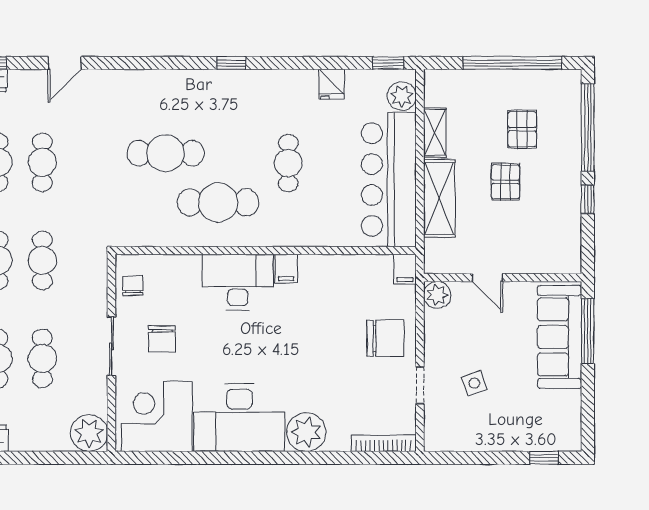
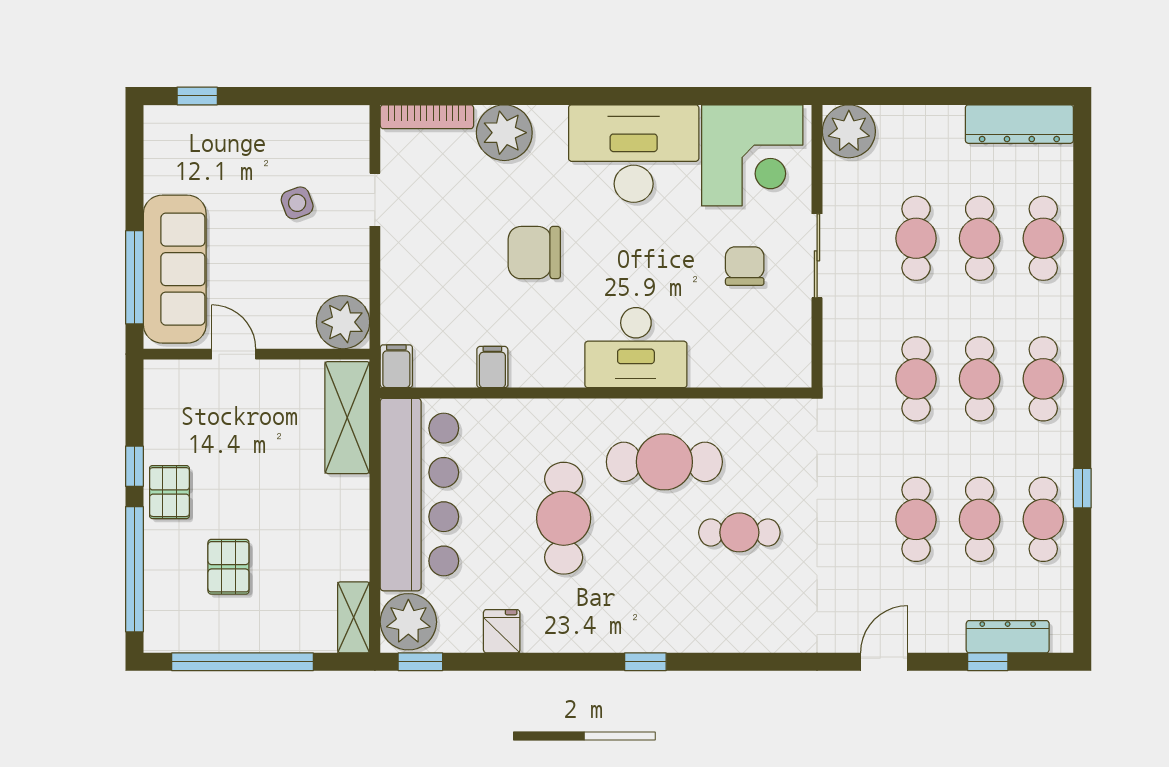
plant: (402, 96) -> (408, 622), width x1.36, depth x1.36
shelving: (435, 133) -> (354, 617), moved
cafe table: (166, 153) -> (739, 532), width x0.73, depth x0.74
cafe table: (288, 163) -> (564, 518), width x1.37, depth x1.35
pallet: (506, 182) -> (169, 492), moved
shelving: (439, 198) -> (347, 418), moved
filing cabinet: (286, 269) -> (492, 367), moved
door: (487, 278) -> (234, 354), moved
chair: (133, 286) -> (786, 343), removed
plant: (437, 295) -> (343, 322), width x1.36, depth x1.36
chair: (385, 338) -> (534, 253), moved
plant: (306, 432) -> (504, 133), moved

